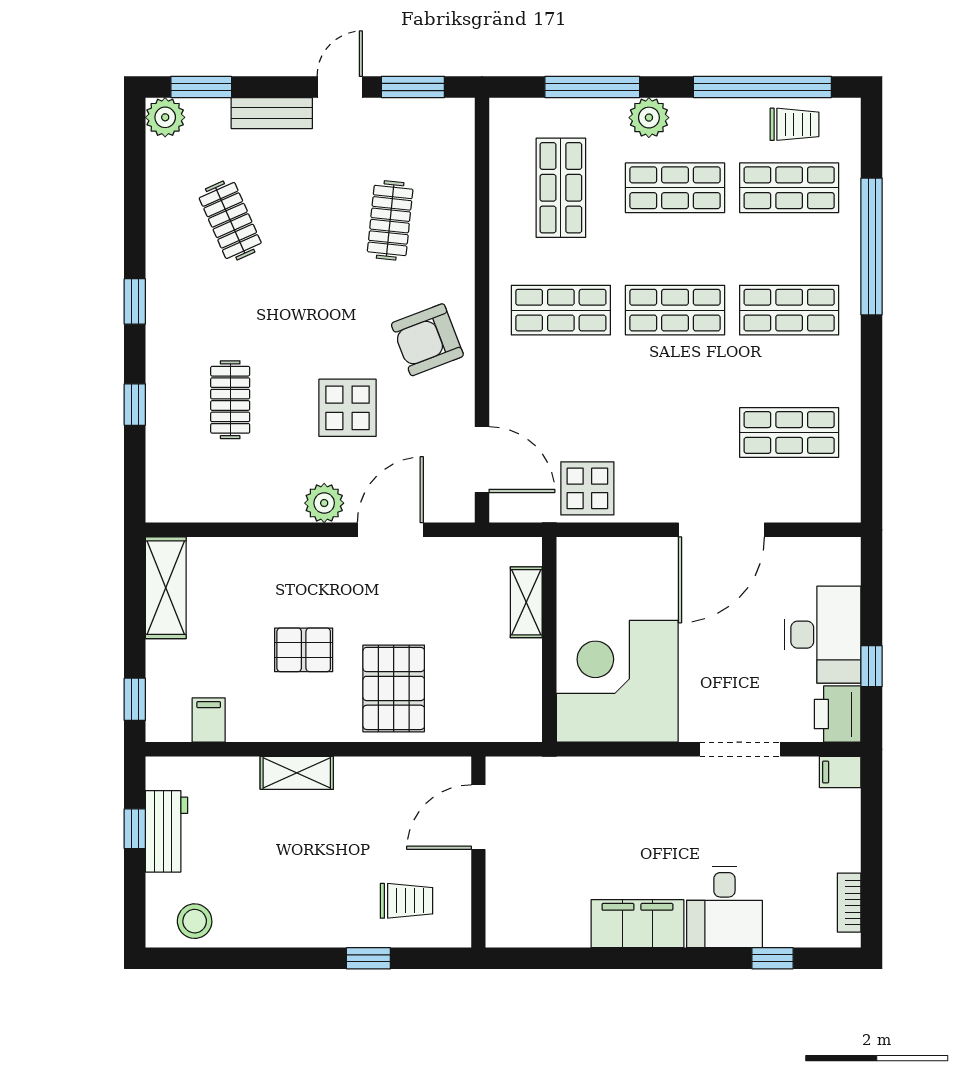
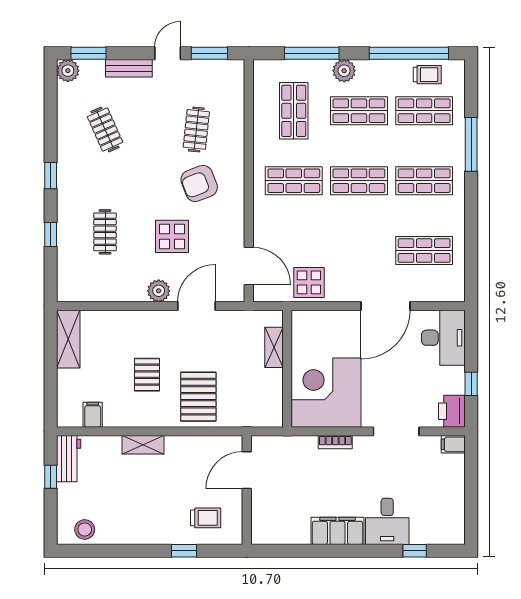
window: (872, 246) -> (471, 144), width x0.68
armchair: (427, 340) -> (199, 183), moved
desk: (823, 635) -> (443, 338), moved
pallet: (304, 650) -> (147, 375), turned 90
window: (135, 699) -> (51, 403), removed
workbench: (166, 831) -> (69, 459), moved
bookcase: (849, 903) -> (335, 442), moved, turned -90

